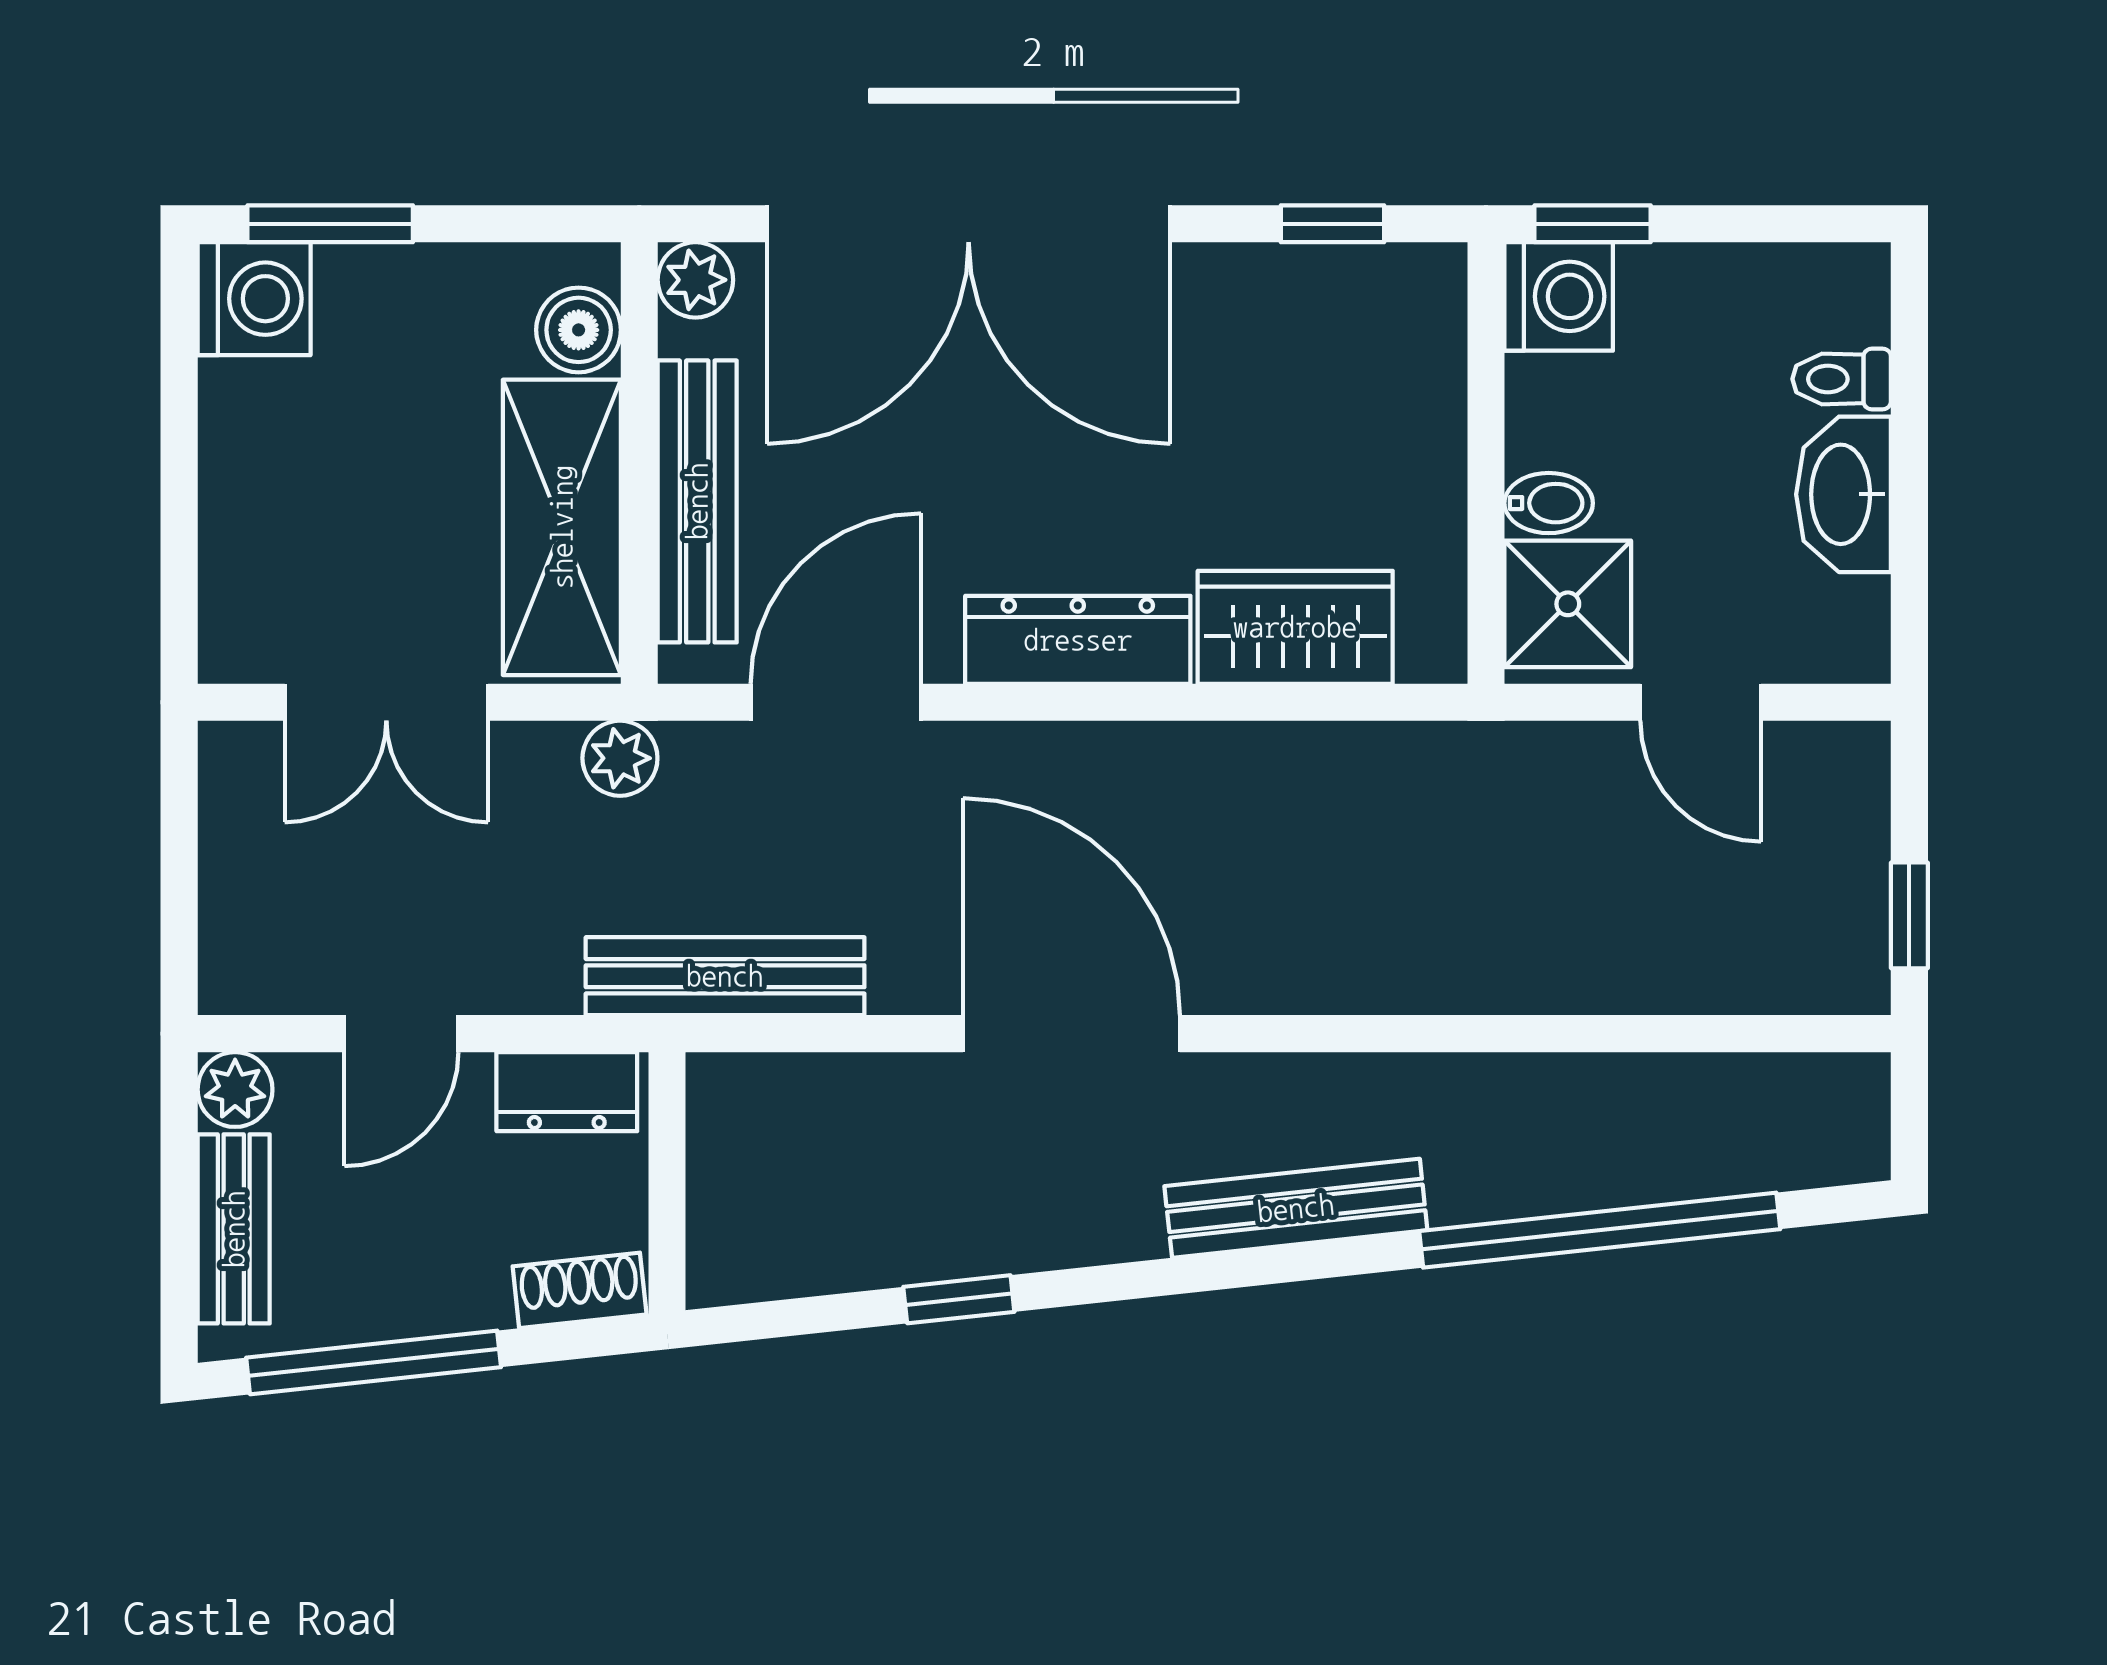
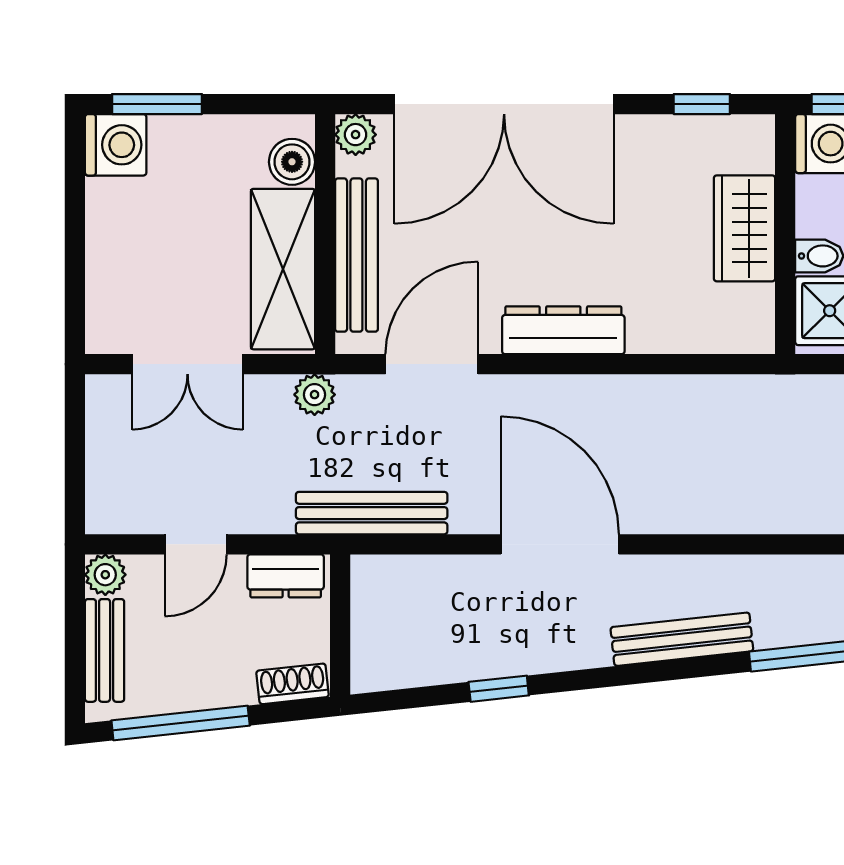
wardrobe: (1295, 627) -> (745, 228), moved, turned -90

